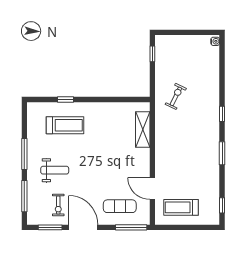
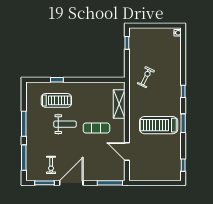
weight bench: (55, 170) -> (65, 124), moved
exercise mat: (120, 206) -> (96, 128), moved
treadmill: (181, 207) -> (159, 125), moved, width x1.37, depth x1.38
door: (83, 227) -> (71, 183), hinge flipped

